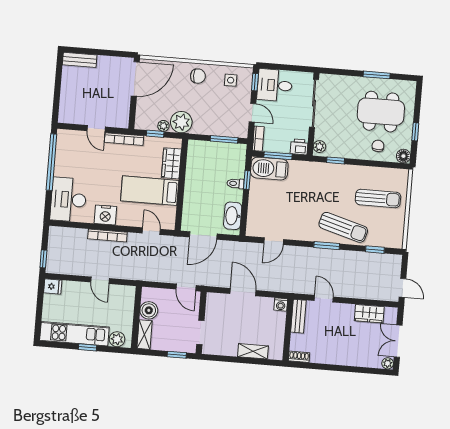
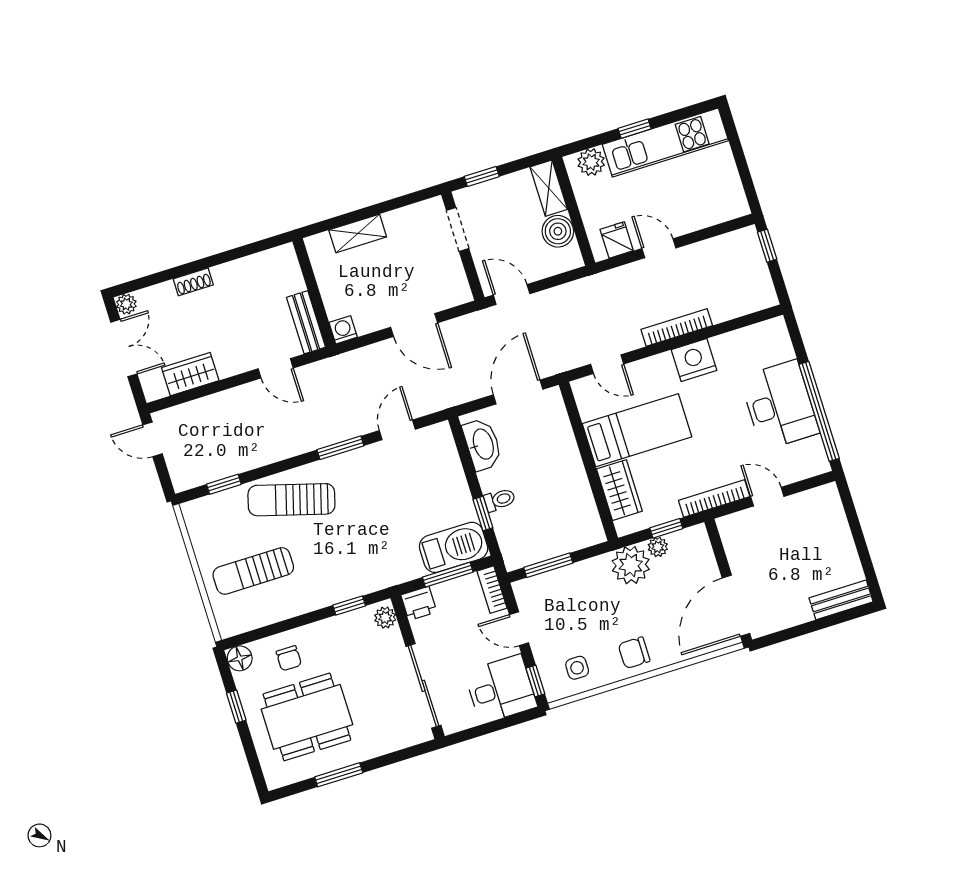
desk: (68, 200) -> (779, 405), moved
window: (327, 246) -> (340, 448), moved
fridge: (53, 287) -> (617, 240), moved, turned 90
shoe rack: (299, 357) -> (193, 282), moved

